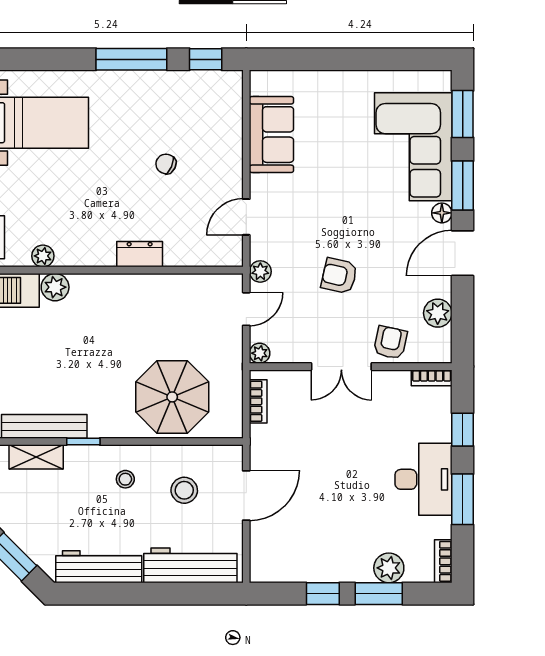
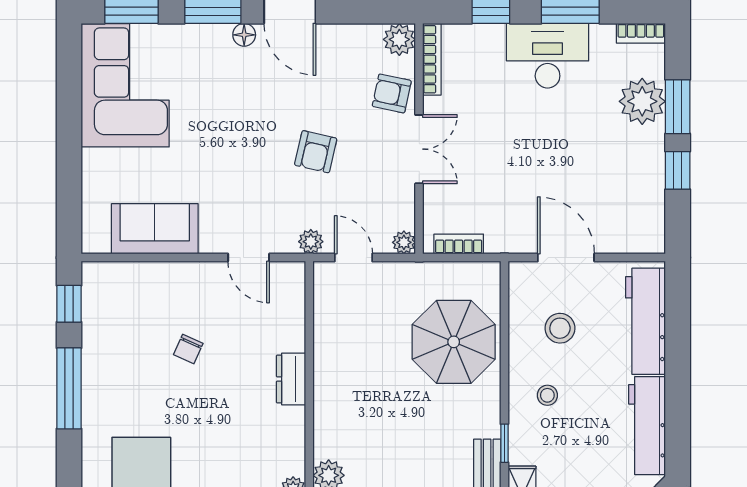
corner sofa: (413, 147) -> (125, 85), moved, turned -90
plant: (438, 313) -> (399, 39), moved
bookcase: (432, 378) -> (432, 59), width x1.56
plant: (389, 568) -> (642, 101), width x1.36, depth x1.36

